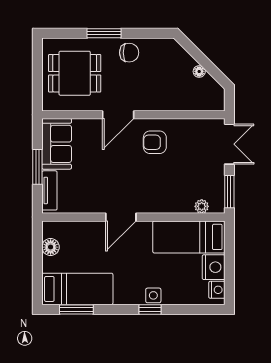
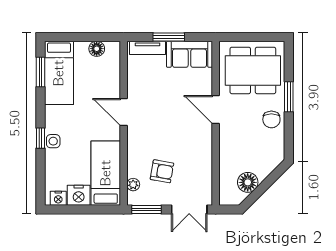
floor lamp: (199, 72) -> (248, 182), width x1.89, depth x1.89
dining table: (75, 73) -> (253, 70), width x1.38
armchair: (155, 142) -> (162, 171), moved, turned 100

